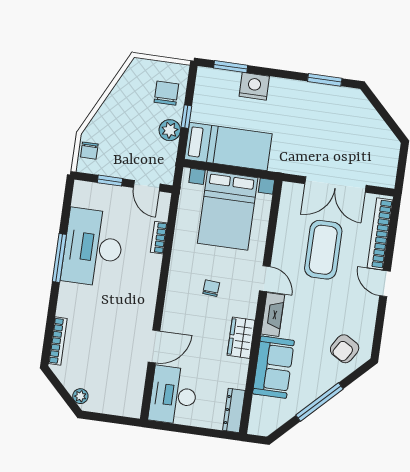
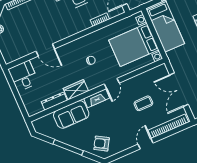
coffee table: (323, 250) -> (143, 103), width x0.54, depth x0.58
desk: (173, 395) -> (23, 76), width x0.73
dresser: (234, 410) -> (54, 101), moved

